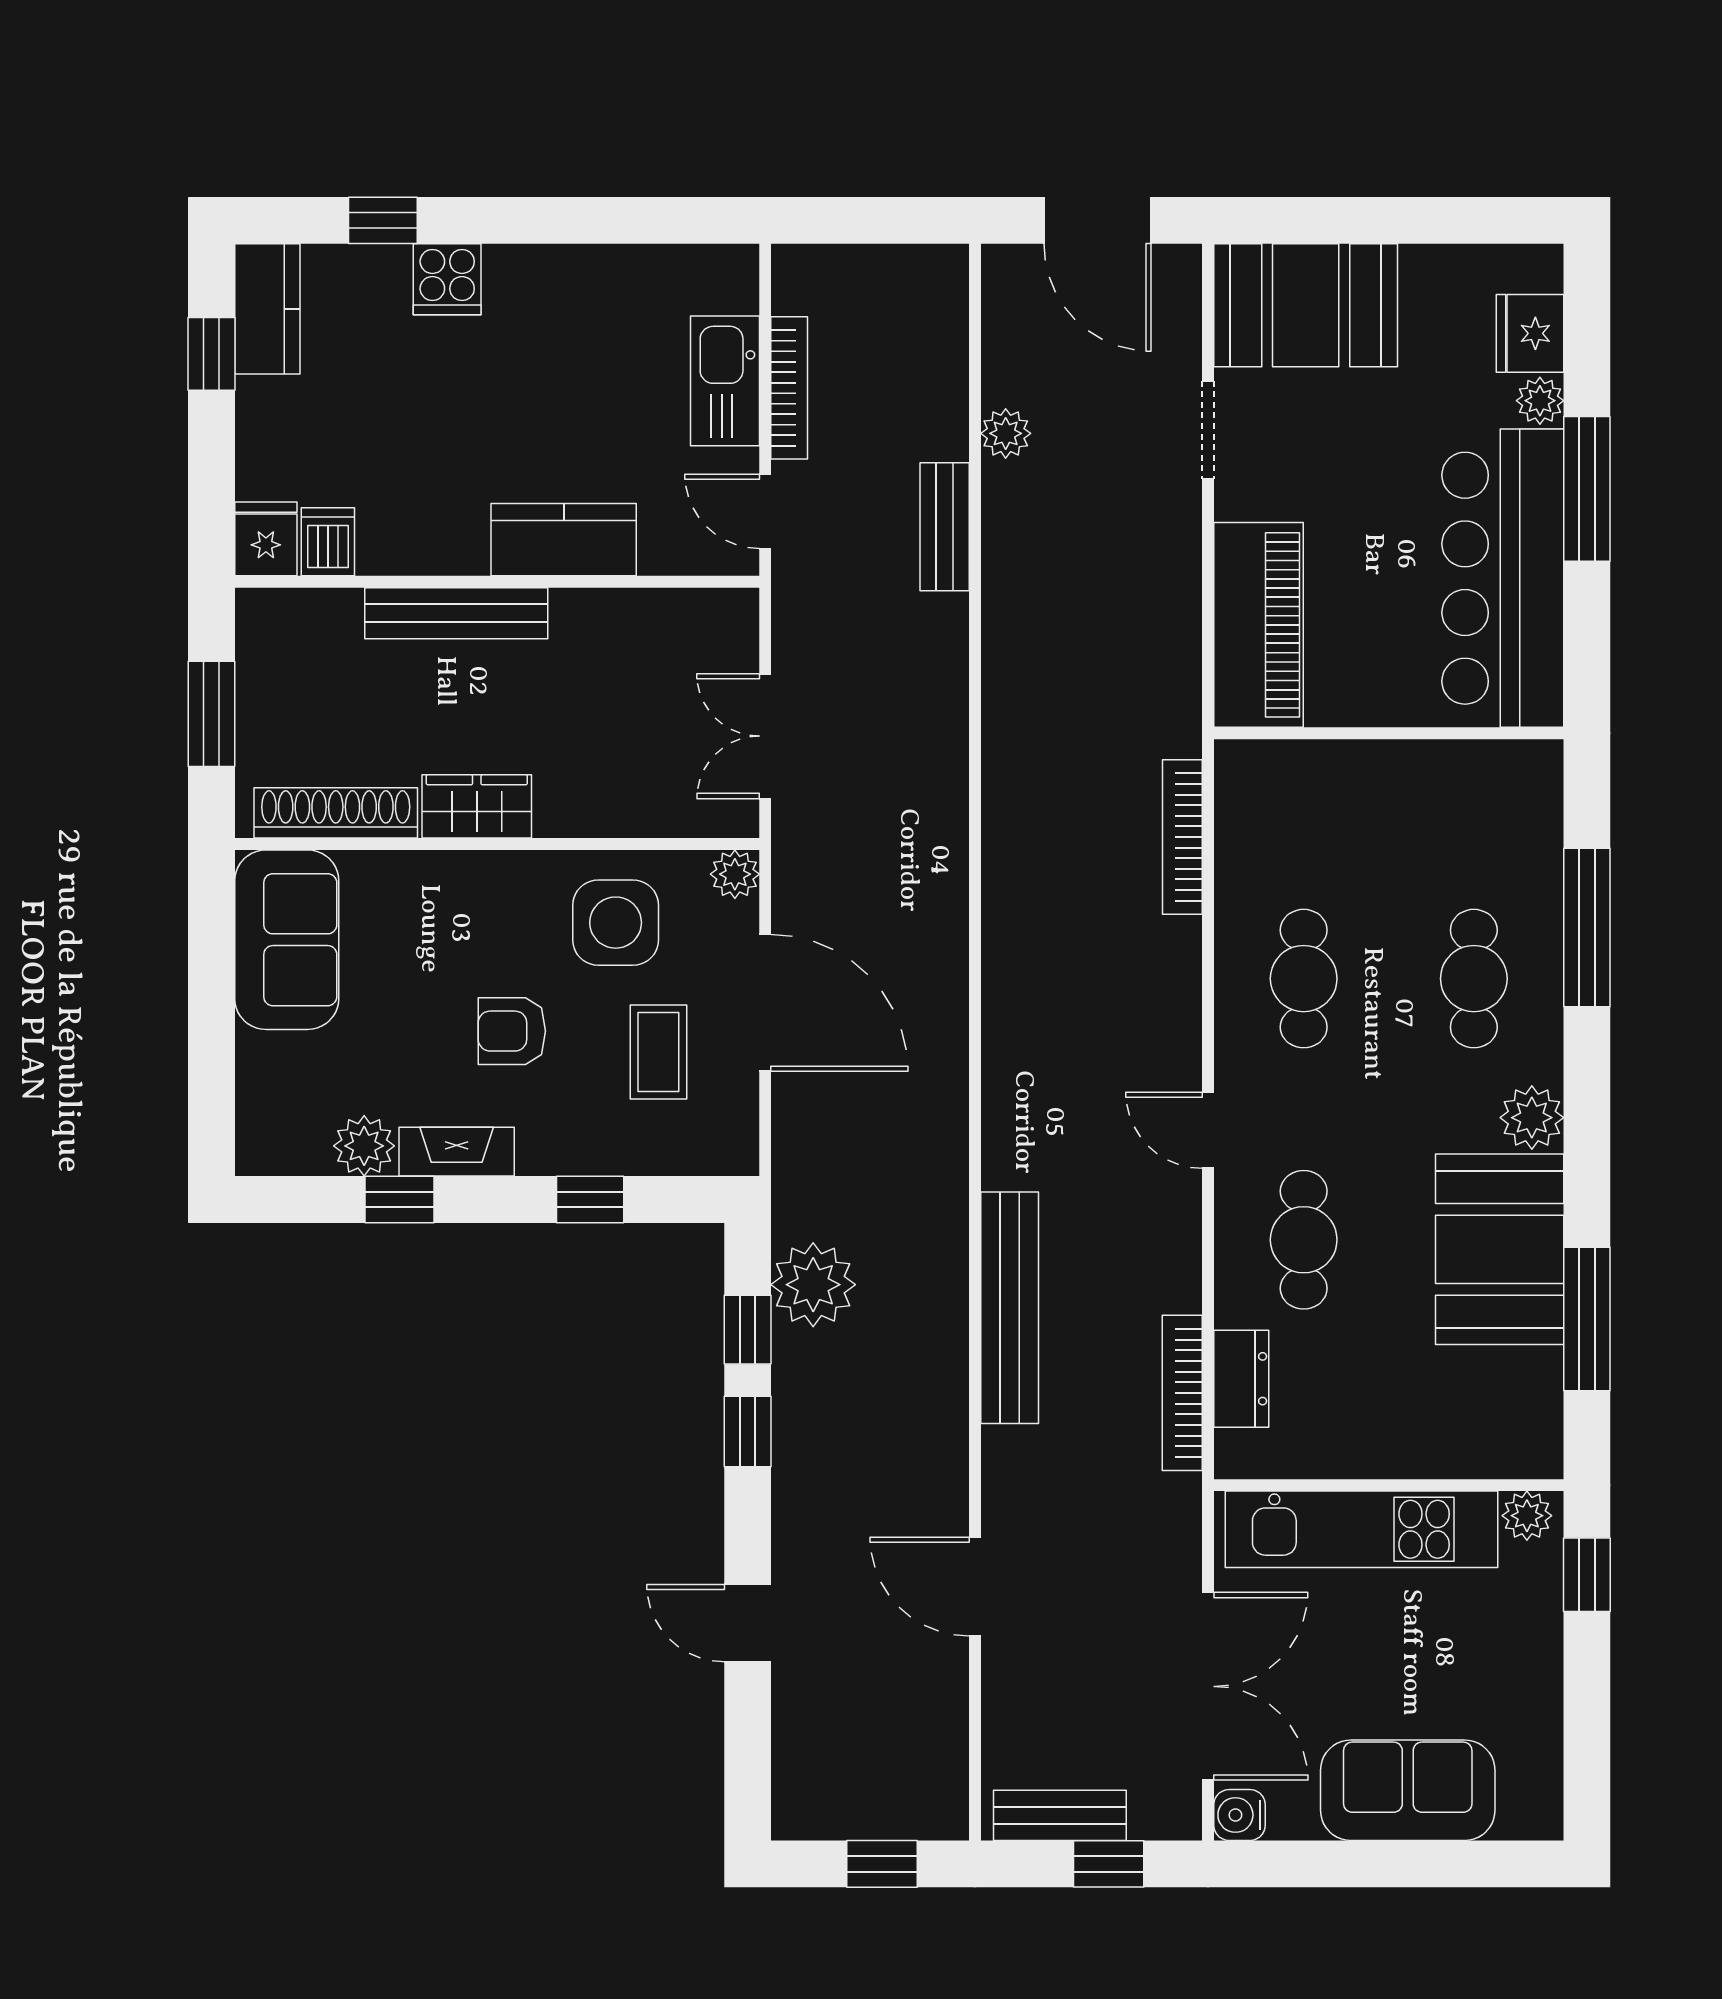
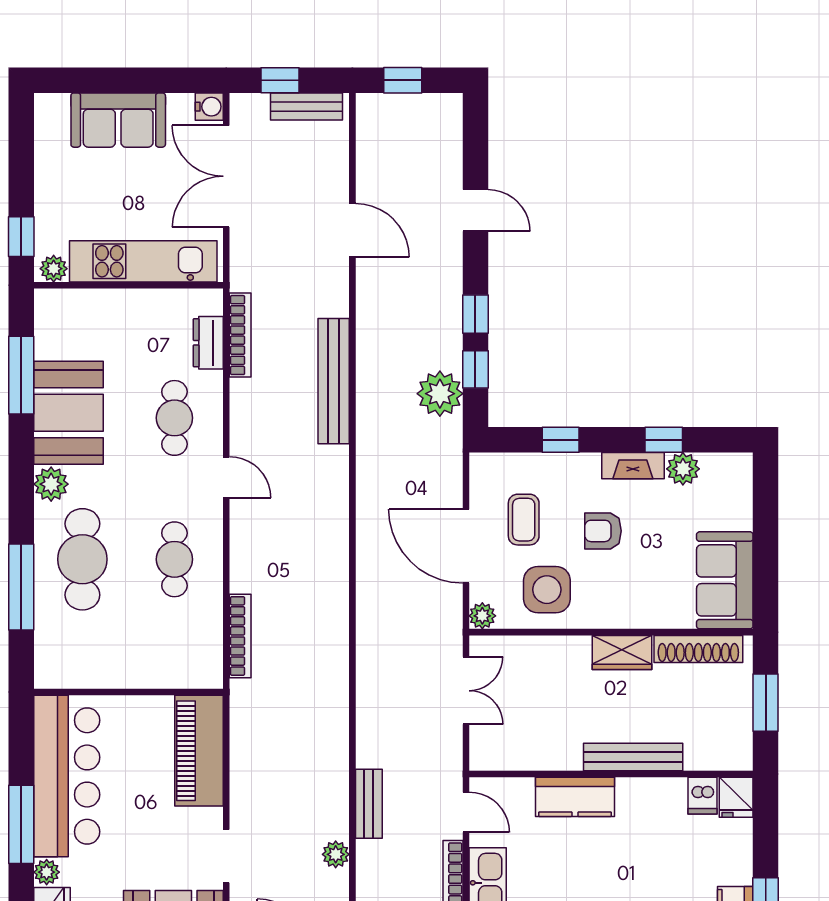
cafe table: (1474, 979) -> (82, 559), width x1.37, depth x1.35
armchair: (512, 1031) -> (603, 531), turned 180

